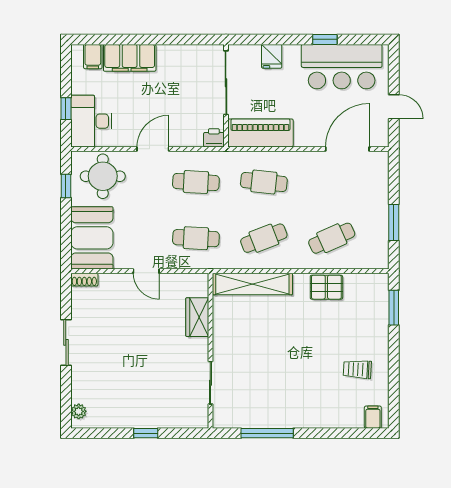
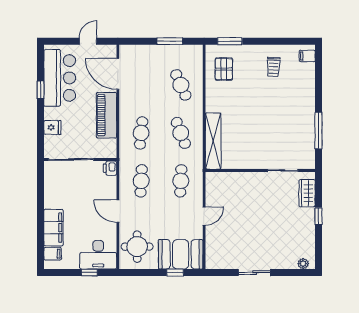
piano: (260, 133) -> (107, 115), moved
window: (66, 186) -> (175, 273), moved
shoe rack: (84, 280) -> (210, 260), removed
pallet: (326, 287) -> (224, 69), moved
wardrobe: (197, 317) -> (307, 193), moved, turned 90

